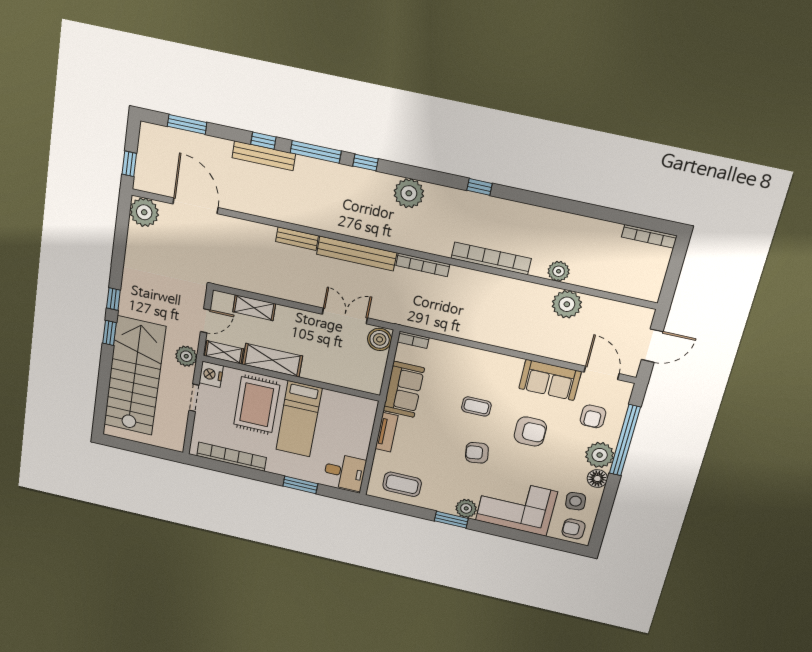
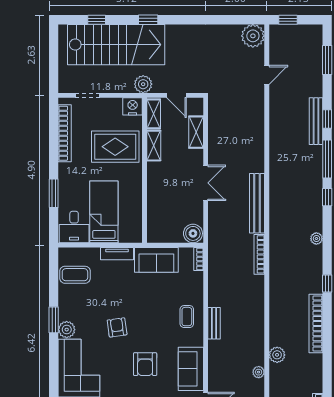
plant: (409, 193) -> (316, 239), width x0.53, depth x0.53
door: (196, 206) -> (267, 75), width x0.53
bench: (297, 239) -> (214, 323), moved
bookcase: (491, 258) -> (316, 324), moved, turned 180
window: (113, 299) -> (97, 20), moved
plant: (567, 304) -> (259, 372), width x0.53, depth x0.53
double door: (345, 316) -> (206, 183), moved
shelving: (272, 360) -> (154, 146), width x0.67, depth x0.75
doorway: (194, 398) -> (88, 95), moved
coffee table: (476, 406) -> (187, 317), moved
bed: (299, 419) -> (104, 212), moved, turned 90
coffee table: (402, 484) -> (75, 275), turned 90

